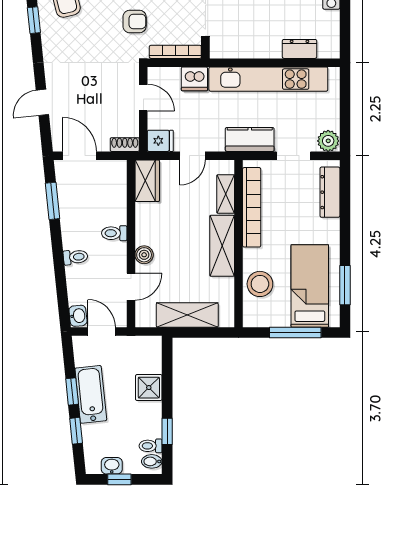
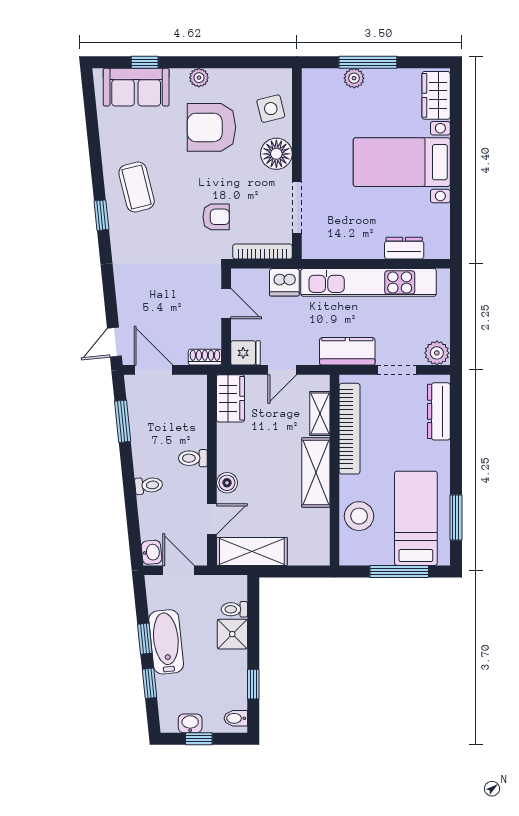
door: (42, 102) -> (114, 342), moved
shelving: (187, 315) -> (252, 551), moved
toilet: (151, 446) -> (234, 609), moved

